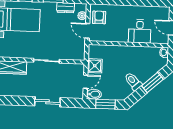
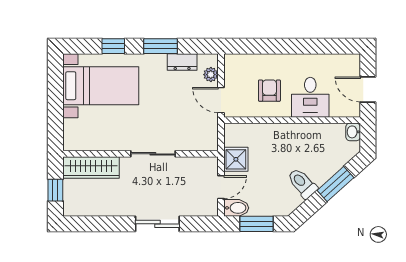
armchair: (99, 17) -> (269, 91), moved

